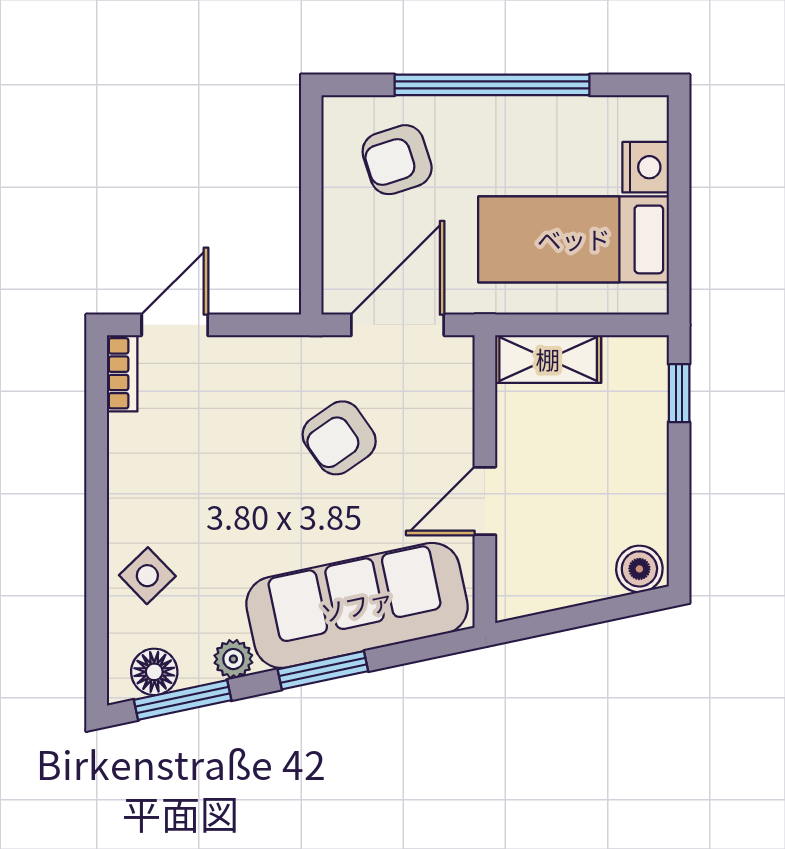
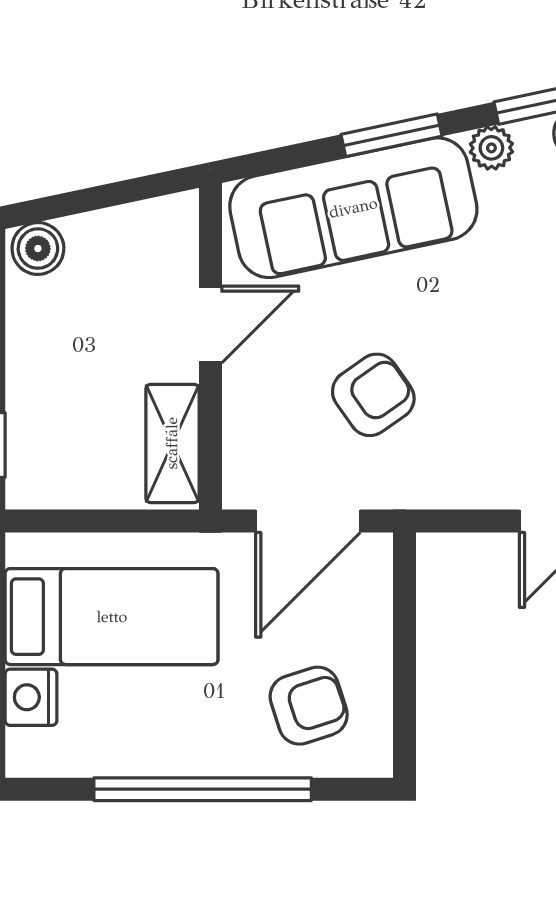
shelving: (548, 359) -> (172, 443), moved, turned 90

